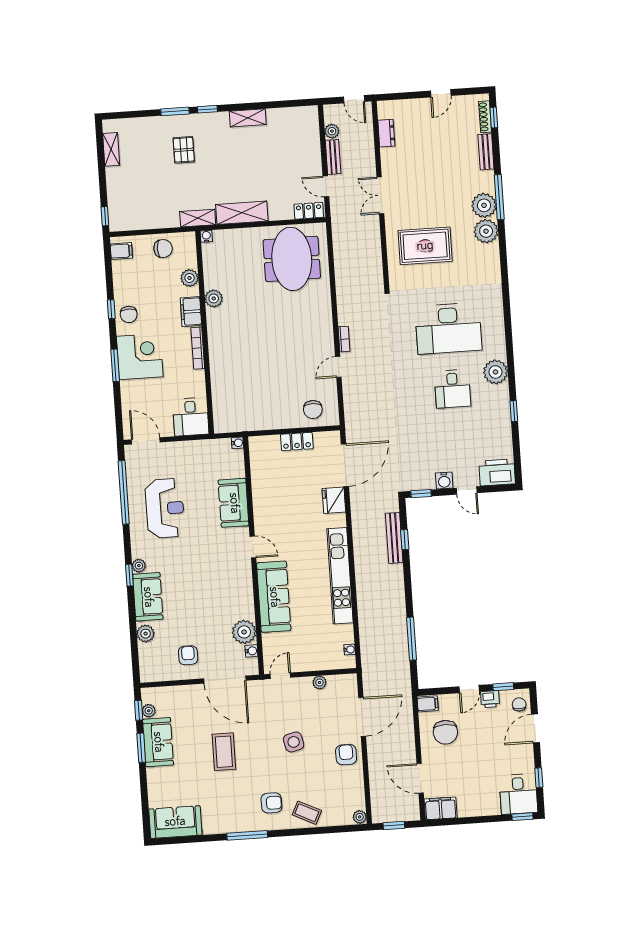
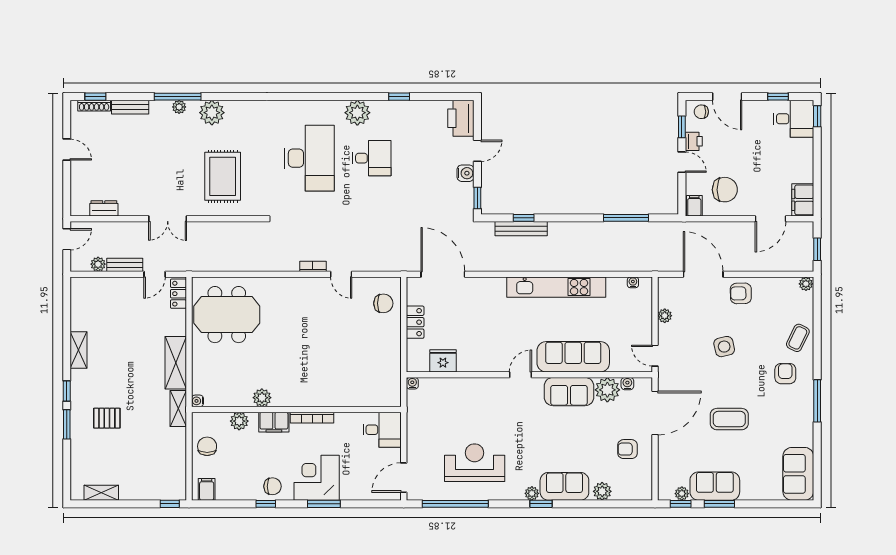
plant: (484, 205) -> (179, 107), width x0.53, depth x0.53
fridge: (334, 500) -> (443, 361), moved, turned 180
sofa: (234, 503) -> (569, 392), moved

